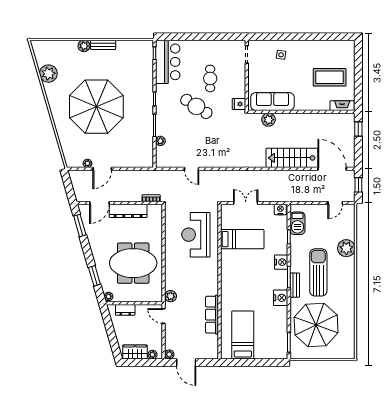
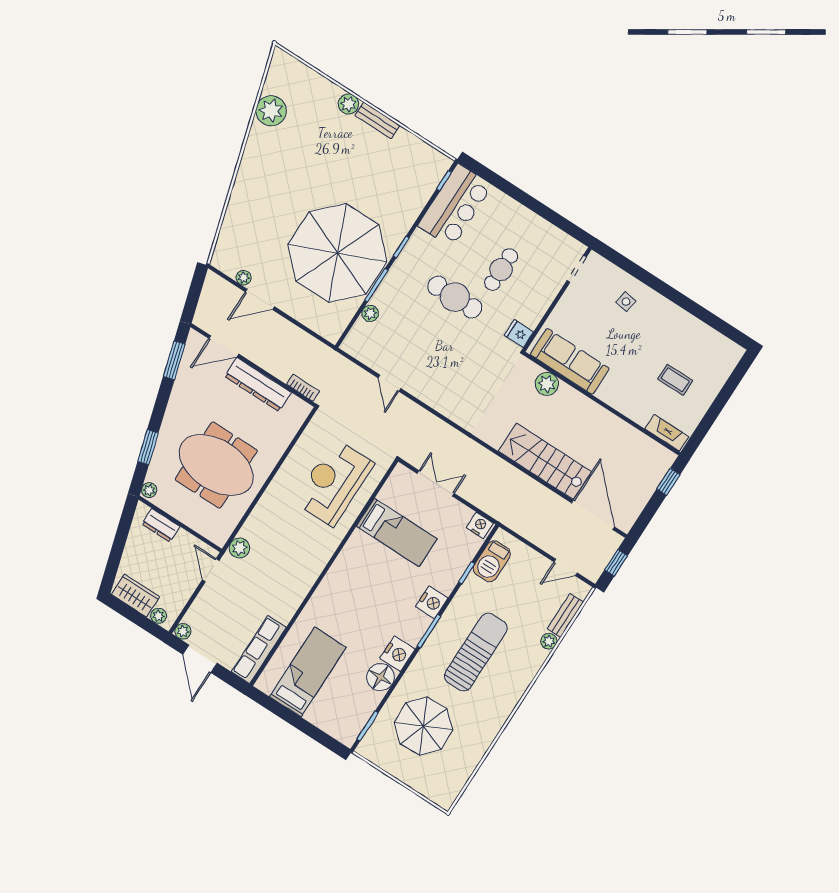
coffee table: (330, 77) -> (675, 380), width x0.54, depth x0.58
cafe table: (196, 106) -> (455, 297), turned -33
parasol: (96, 107) -> (337, 253), moved
plant: (346, 248) -> (549, 641), width x0.53, depth x0.53
bench: (295, 285) -> (565, 615), moved
row of seats: (212, 315) -> (259, 650), moved
floor lamp: (280, 315) -> (380, 677), added
parasol: (316, 325) -> (423, 726), width x0.73, depth x0.73

